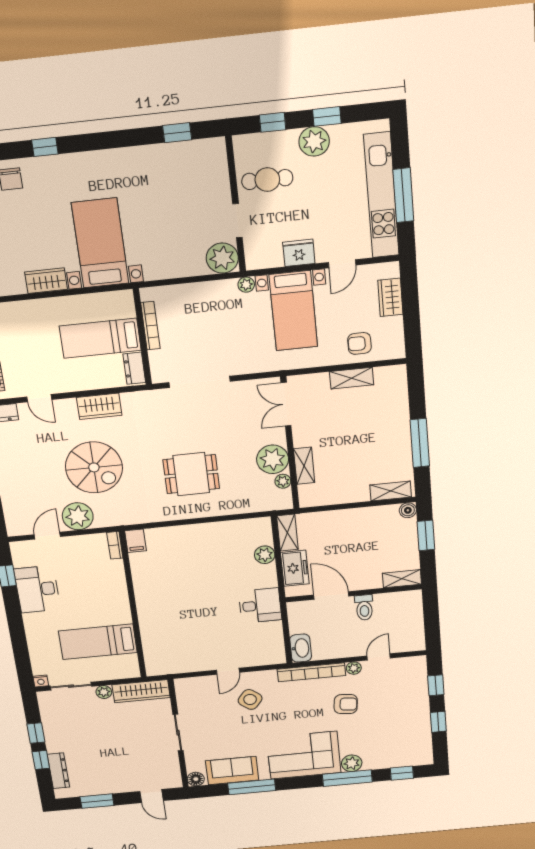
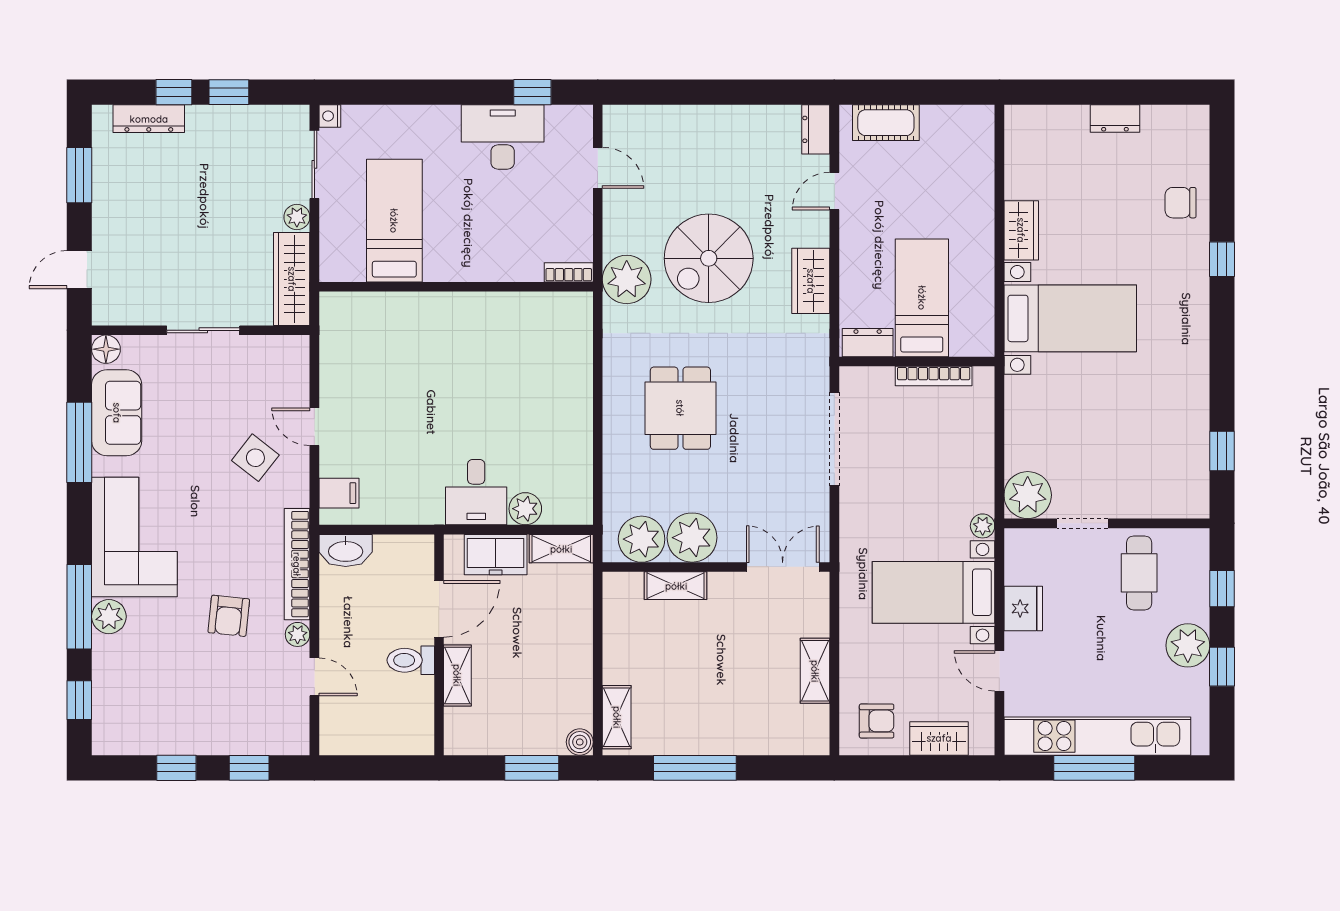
armchair: (359, 343) -> (877, 721), moved, turned 90
plant: (283, 481) -> (642, 539), width x1.88, depth x1.88
plant: (78, 516) -> (627, 279), moved
filing cabinet: (136, 541) -> (339, 493), moved, turned 180
shelving: (402, 579) -> (457, 675), moved
desk: (260, 605) -> (476, 492), moved

